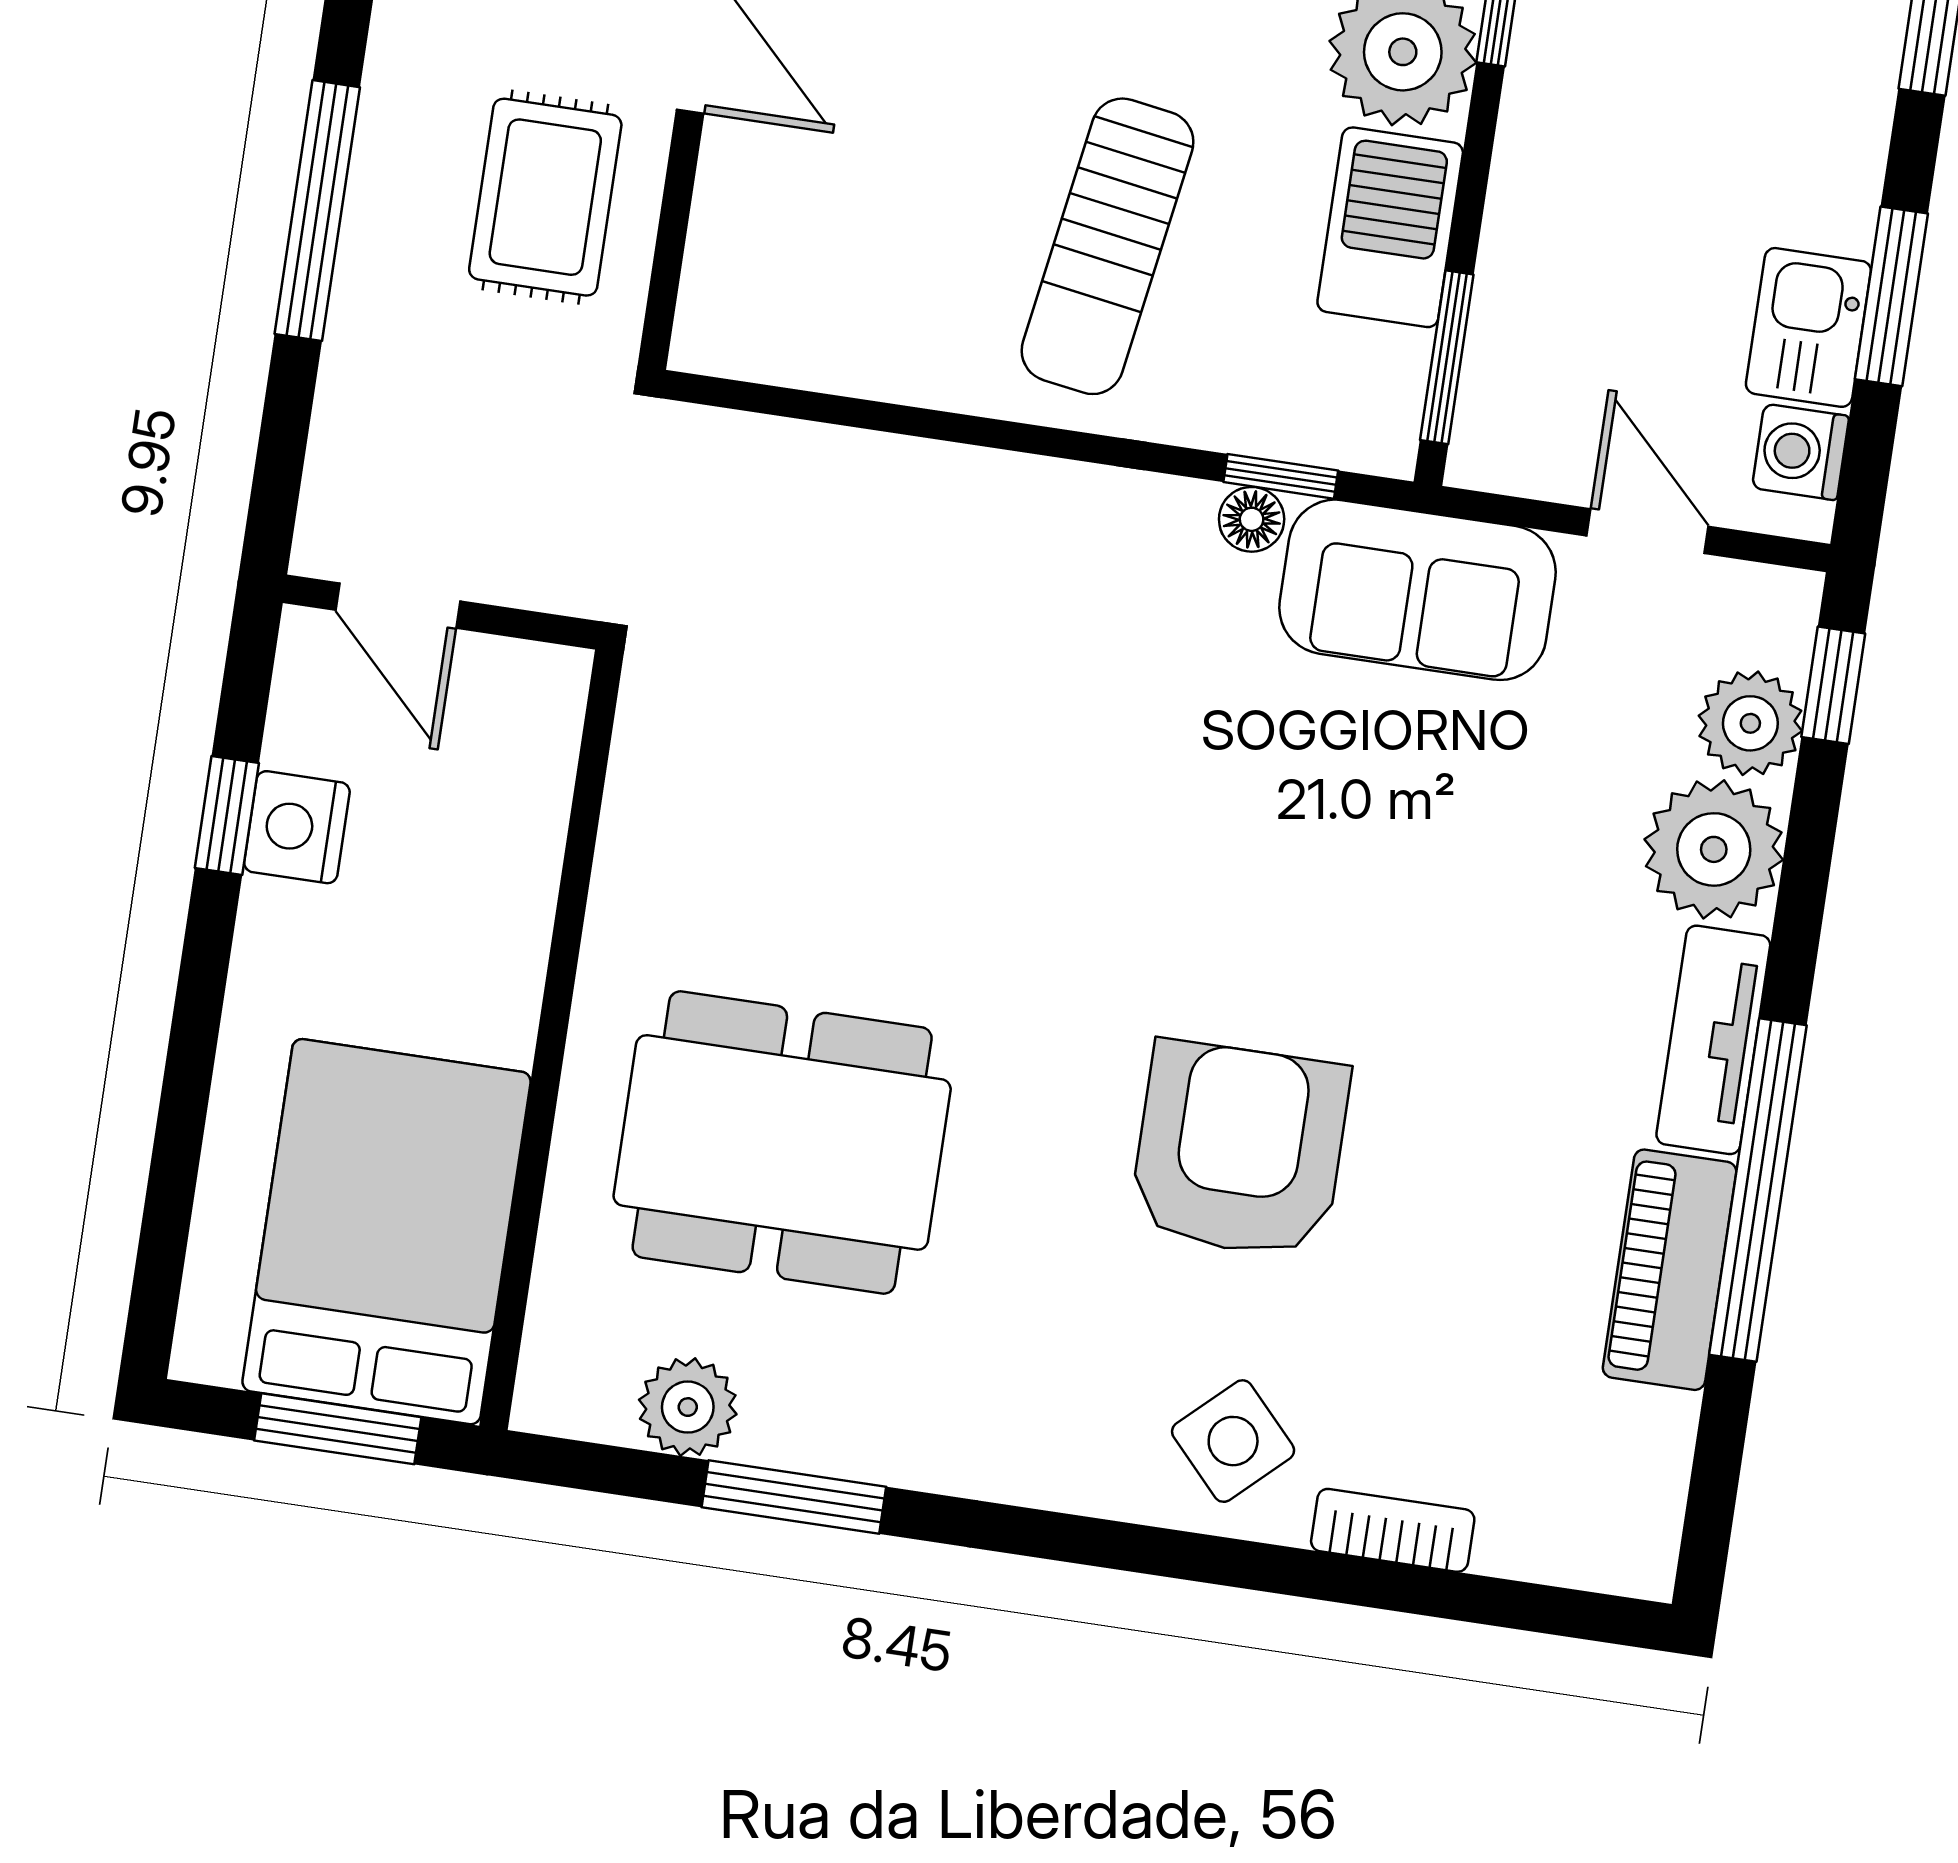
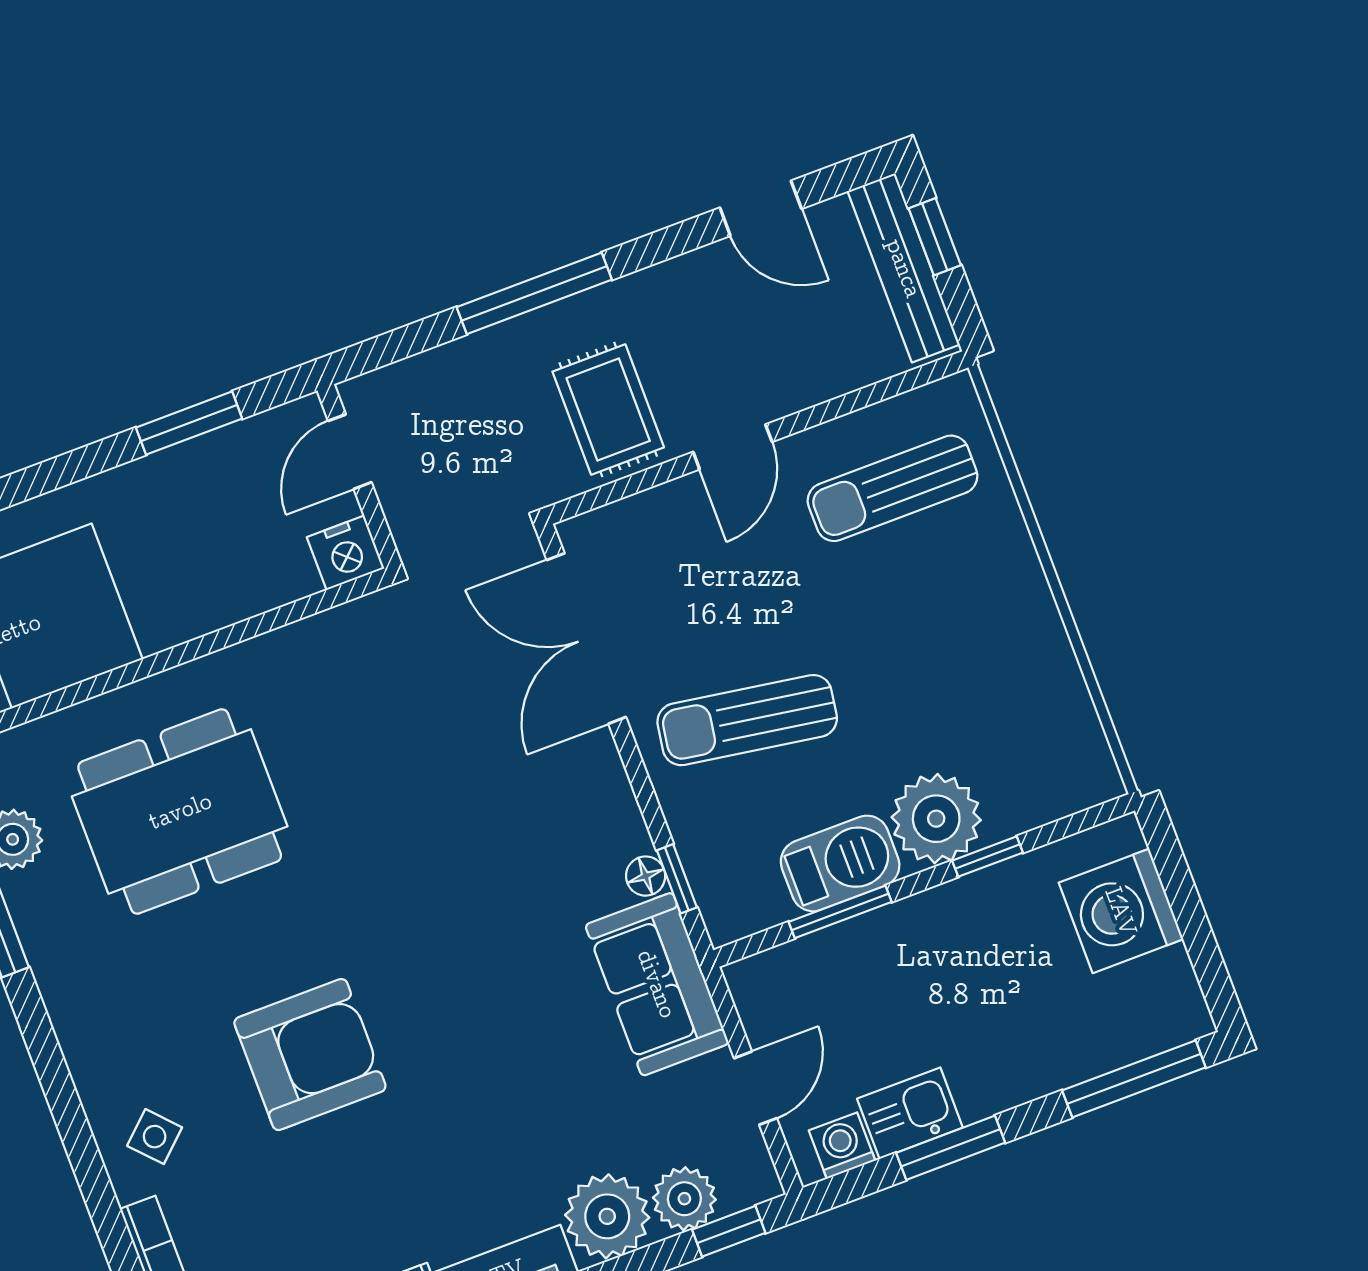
rug: (545, 197) -> (608, 409), turned 90
window: (1447, 357) -> (840, 912), moved
double door: (860, 413) -> (586, 638), added
window: (227, 815) -> (189, 423), width x1.50
nightstand: (297, 827) -> (346, 553), moved, turned 180
dining table: (782, 1142) -> (180, 811), turned 90
side table: (1233, 1441) -> (155, 1137), width x0.73, depth x0.73

